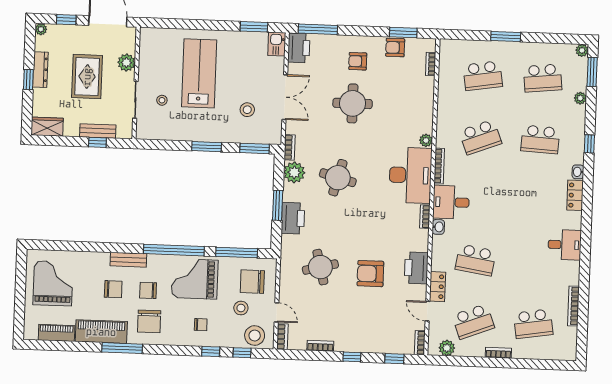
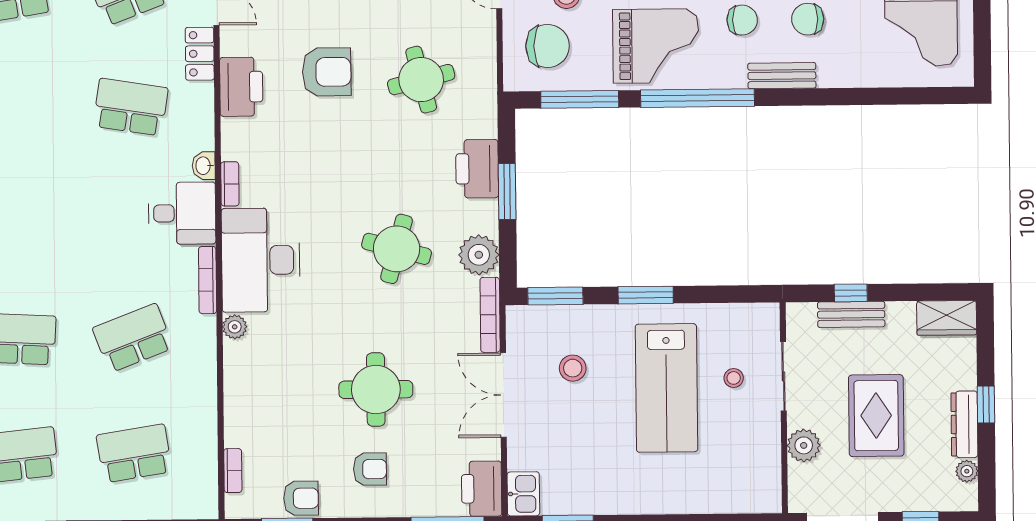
plant: (41, 29) -> (967, 471), moved
lab bench: (199, 73) -> (666, 388), moved
bookcase: (290, 147) -> (490, 315), width x1.56

